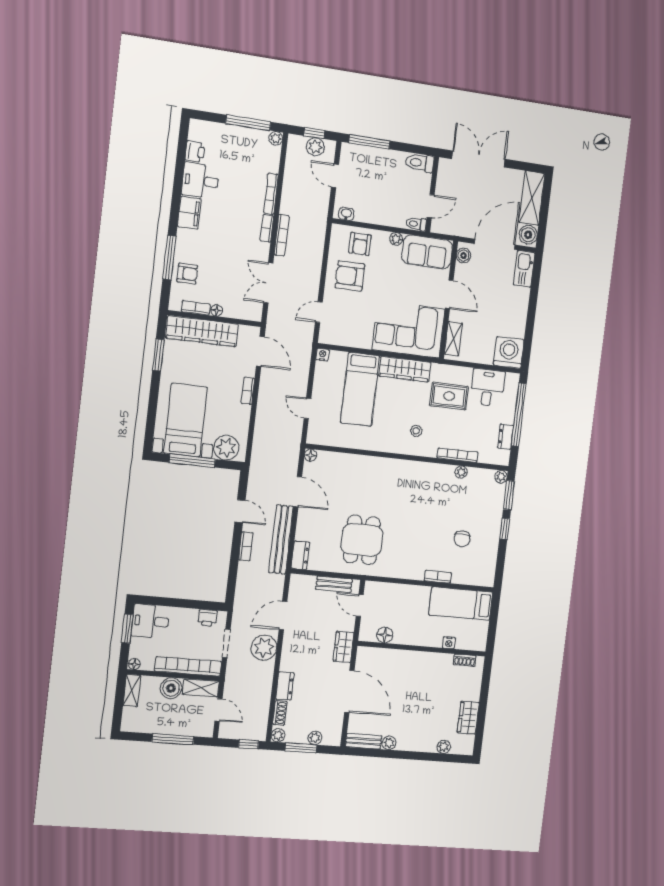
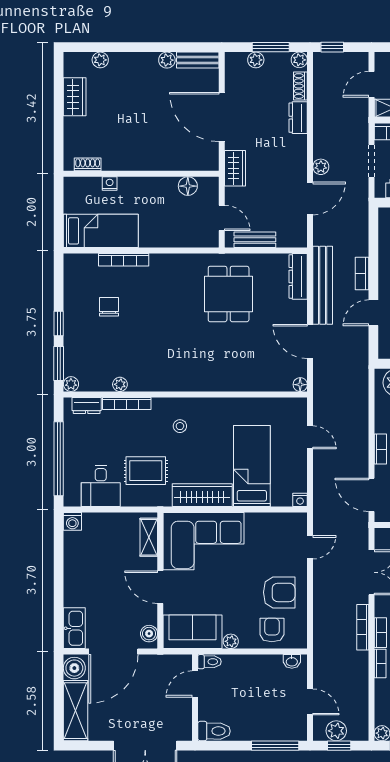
bookcase: (271, 194) -> (380, 663), width x0.64
washing machine: (509, 353) -> (72, 521), width x0.53, depth x0.53
dresser: (505, 437) -> (87, 405), moved, turned 90
door: (240, 511) -> (373, 313), hinge flipped
dresser: (300, 555) -> (298, 276), width x1.44
bookcase: (438, 577) -> (124, 260), width x1.56
plant: (264, 648) -> (321, 167), width x0.53, depth x0.53
door: (219, 710) -> (371, 84), hinge flipped

